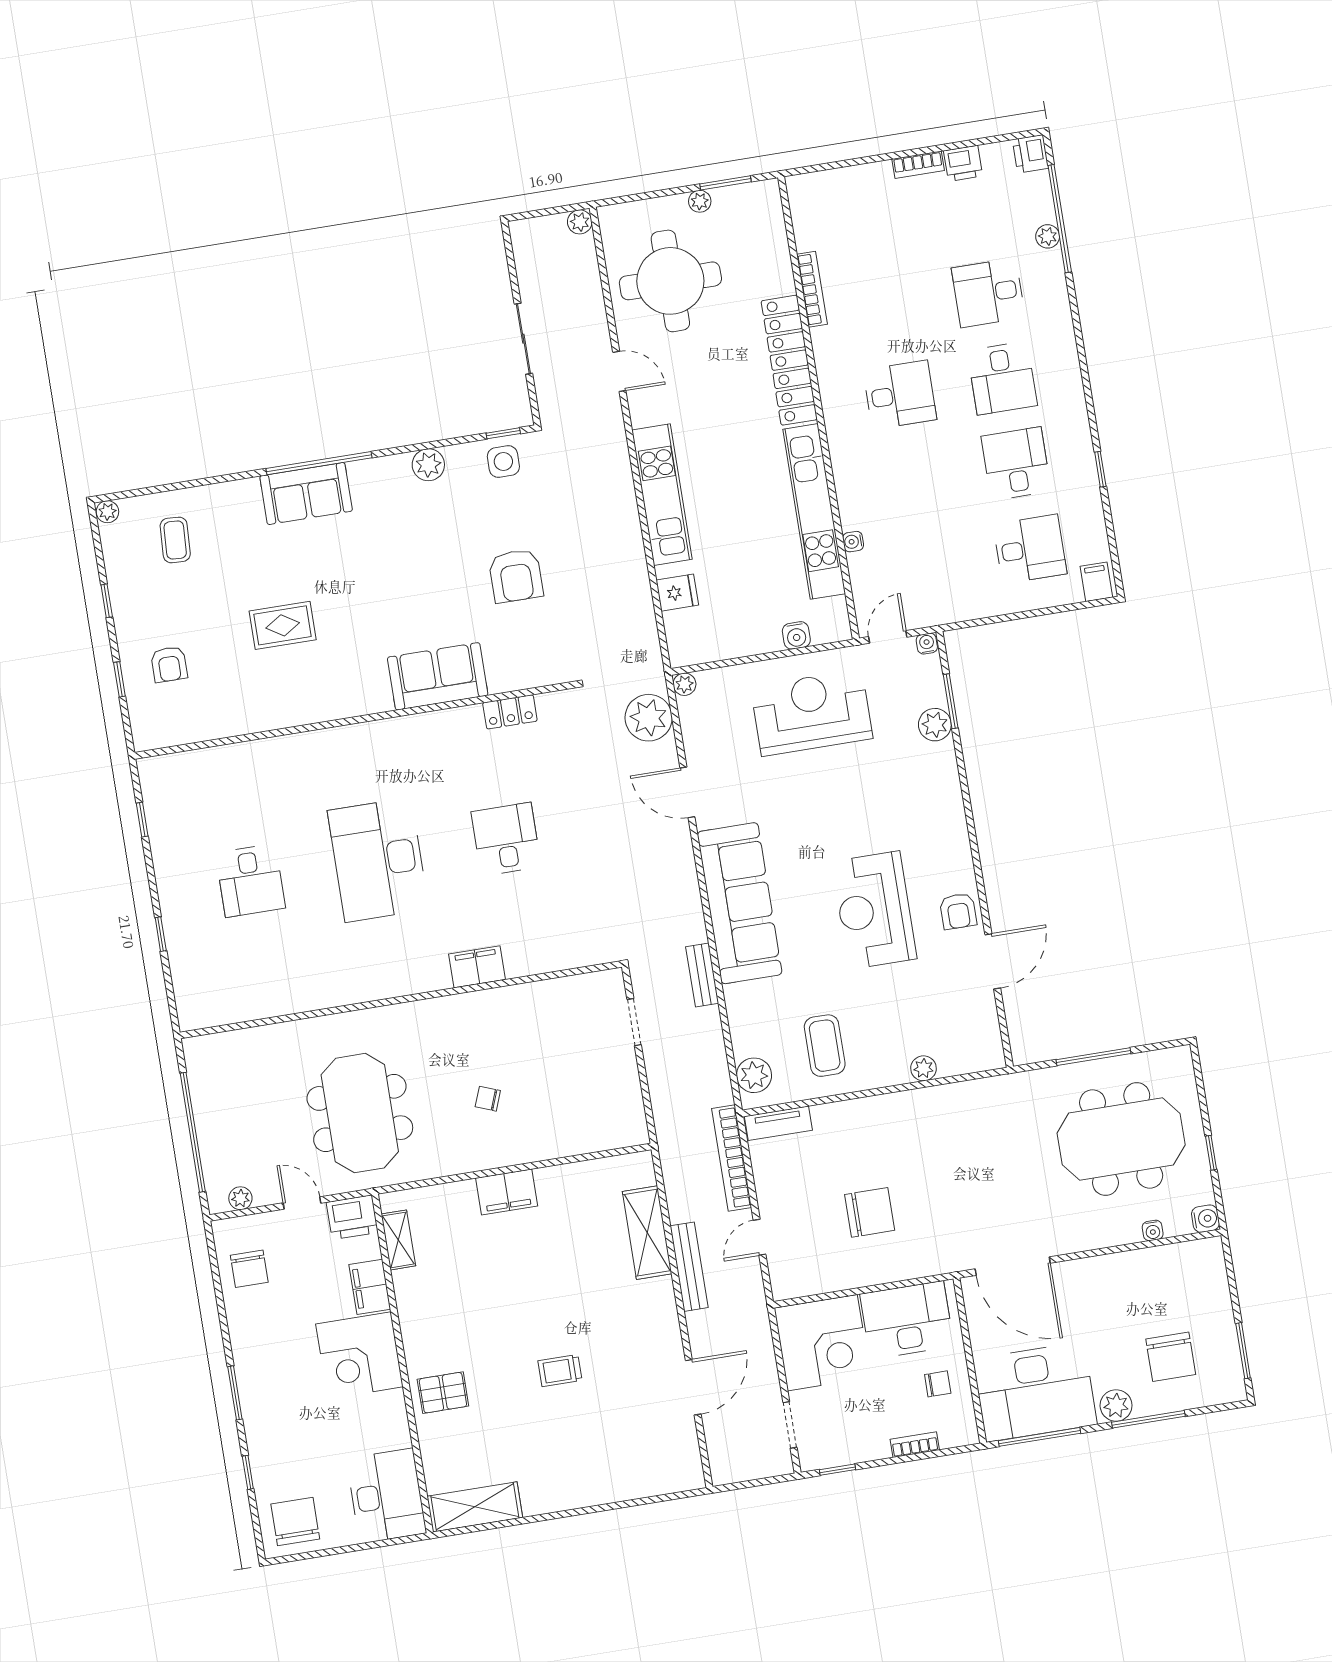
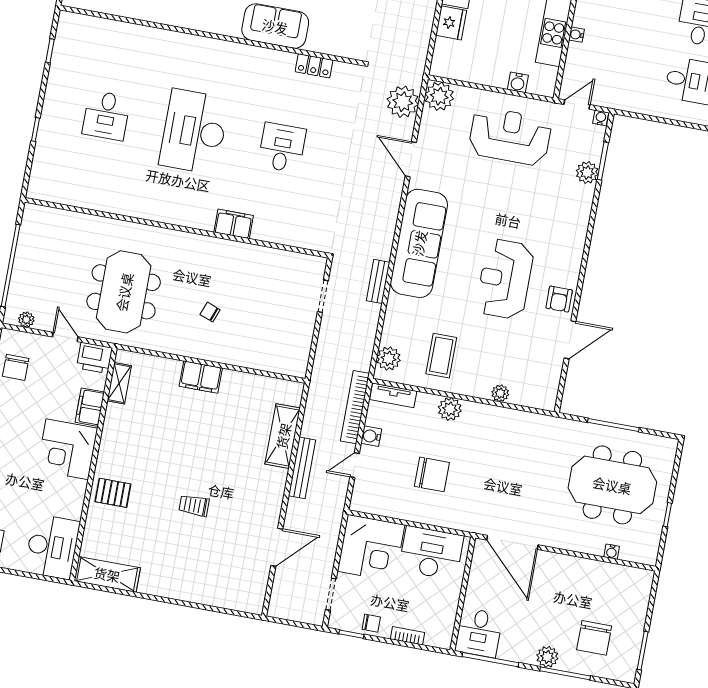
fridge: (677, 593) -> (451, 23), width x1.38
plant: (684, 684) -> (439, 96), width x1.88, depth x1.88
plant: (862, 1114) -> (450, 409), added
water cooler: (1205, 1219) -> (371, 436), moved, turned 180
chair: (938, 1384) -> (371, 623), moved
desk: (1035, 1392) -> (479, 633), width x0.53, depth x0.77

